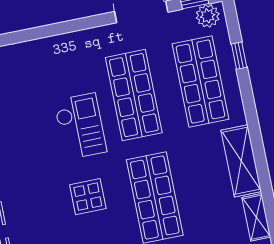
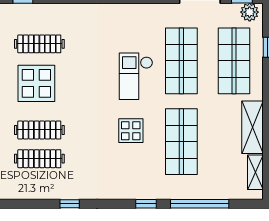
checkout: (80, 126) -> (136, 76), turned 180

